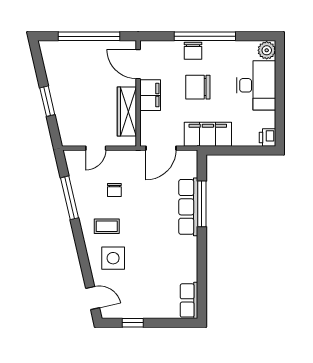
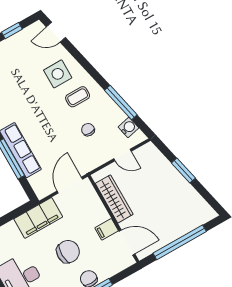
filing cabinet: (150, 95) -> (107, 229), width x0.50
door: (96, 148) -> (122, 155), swing flipped
water cooler: (76, 171) -> (128, 127), added

